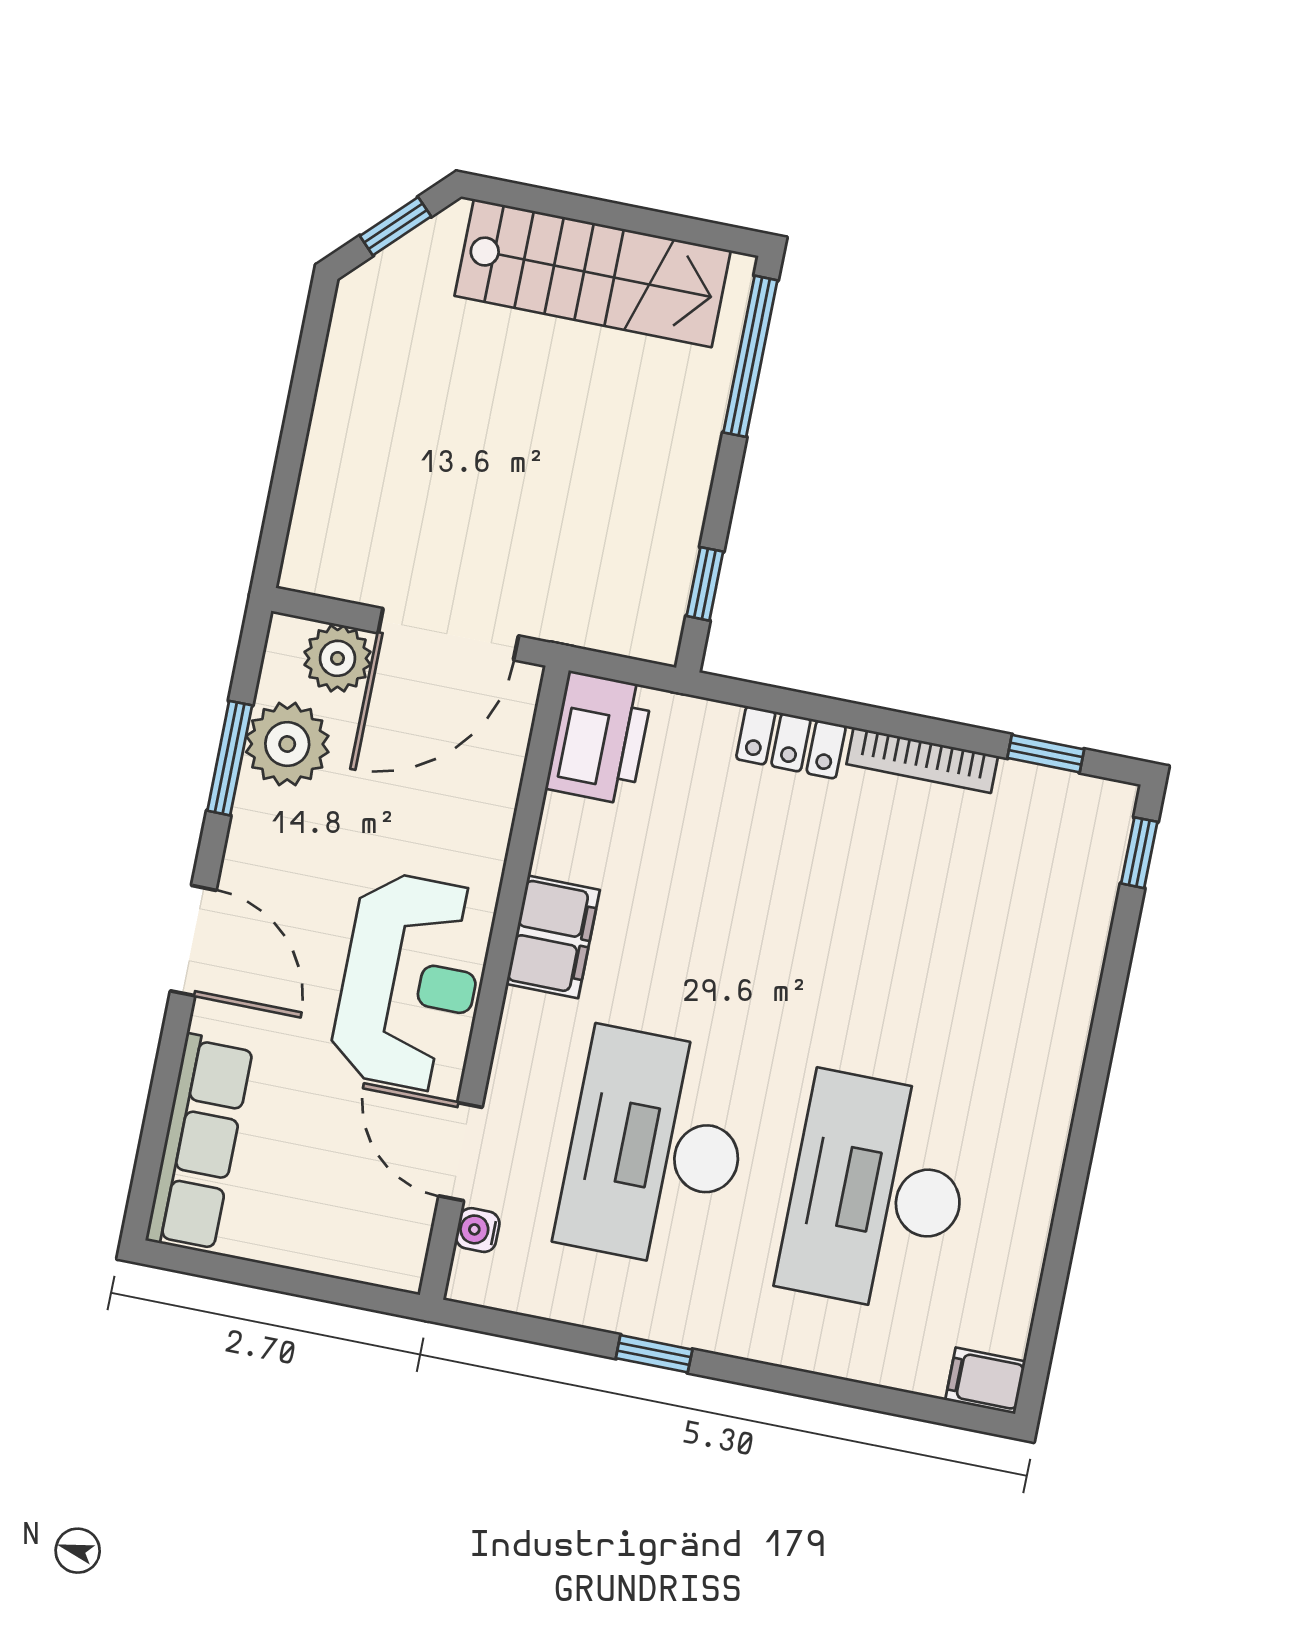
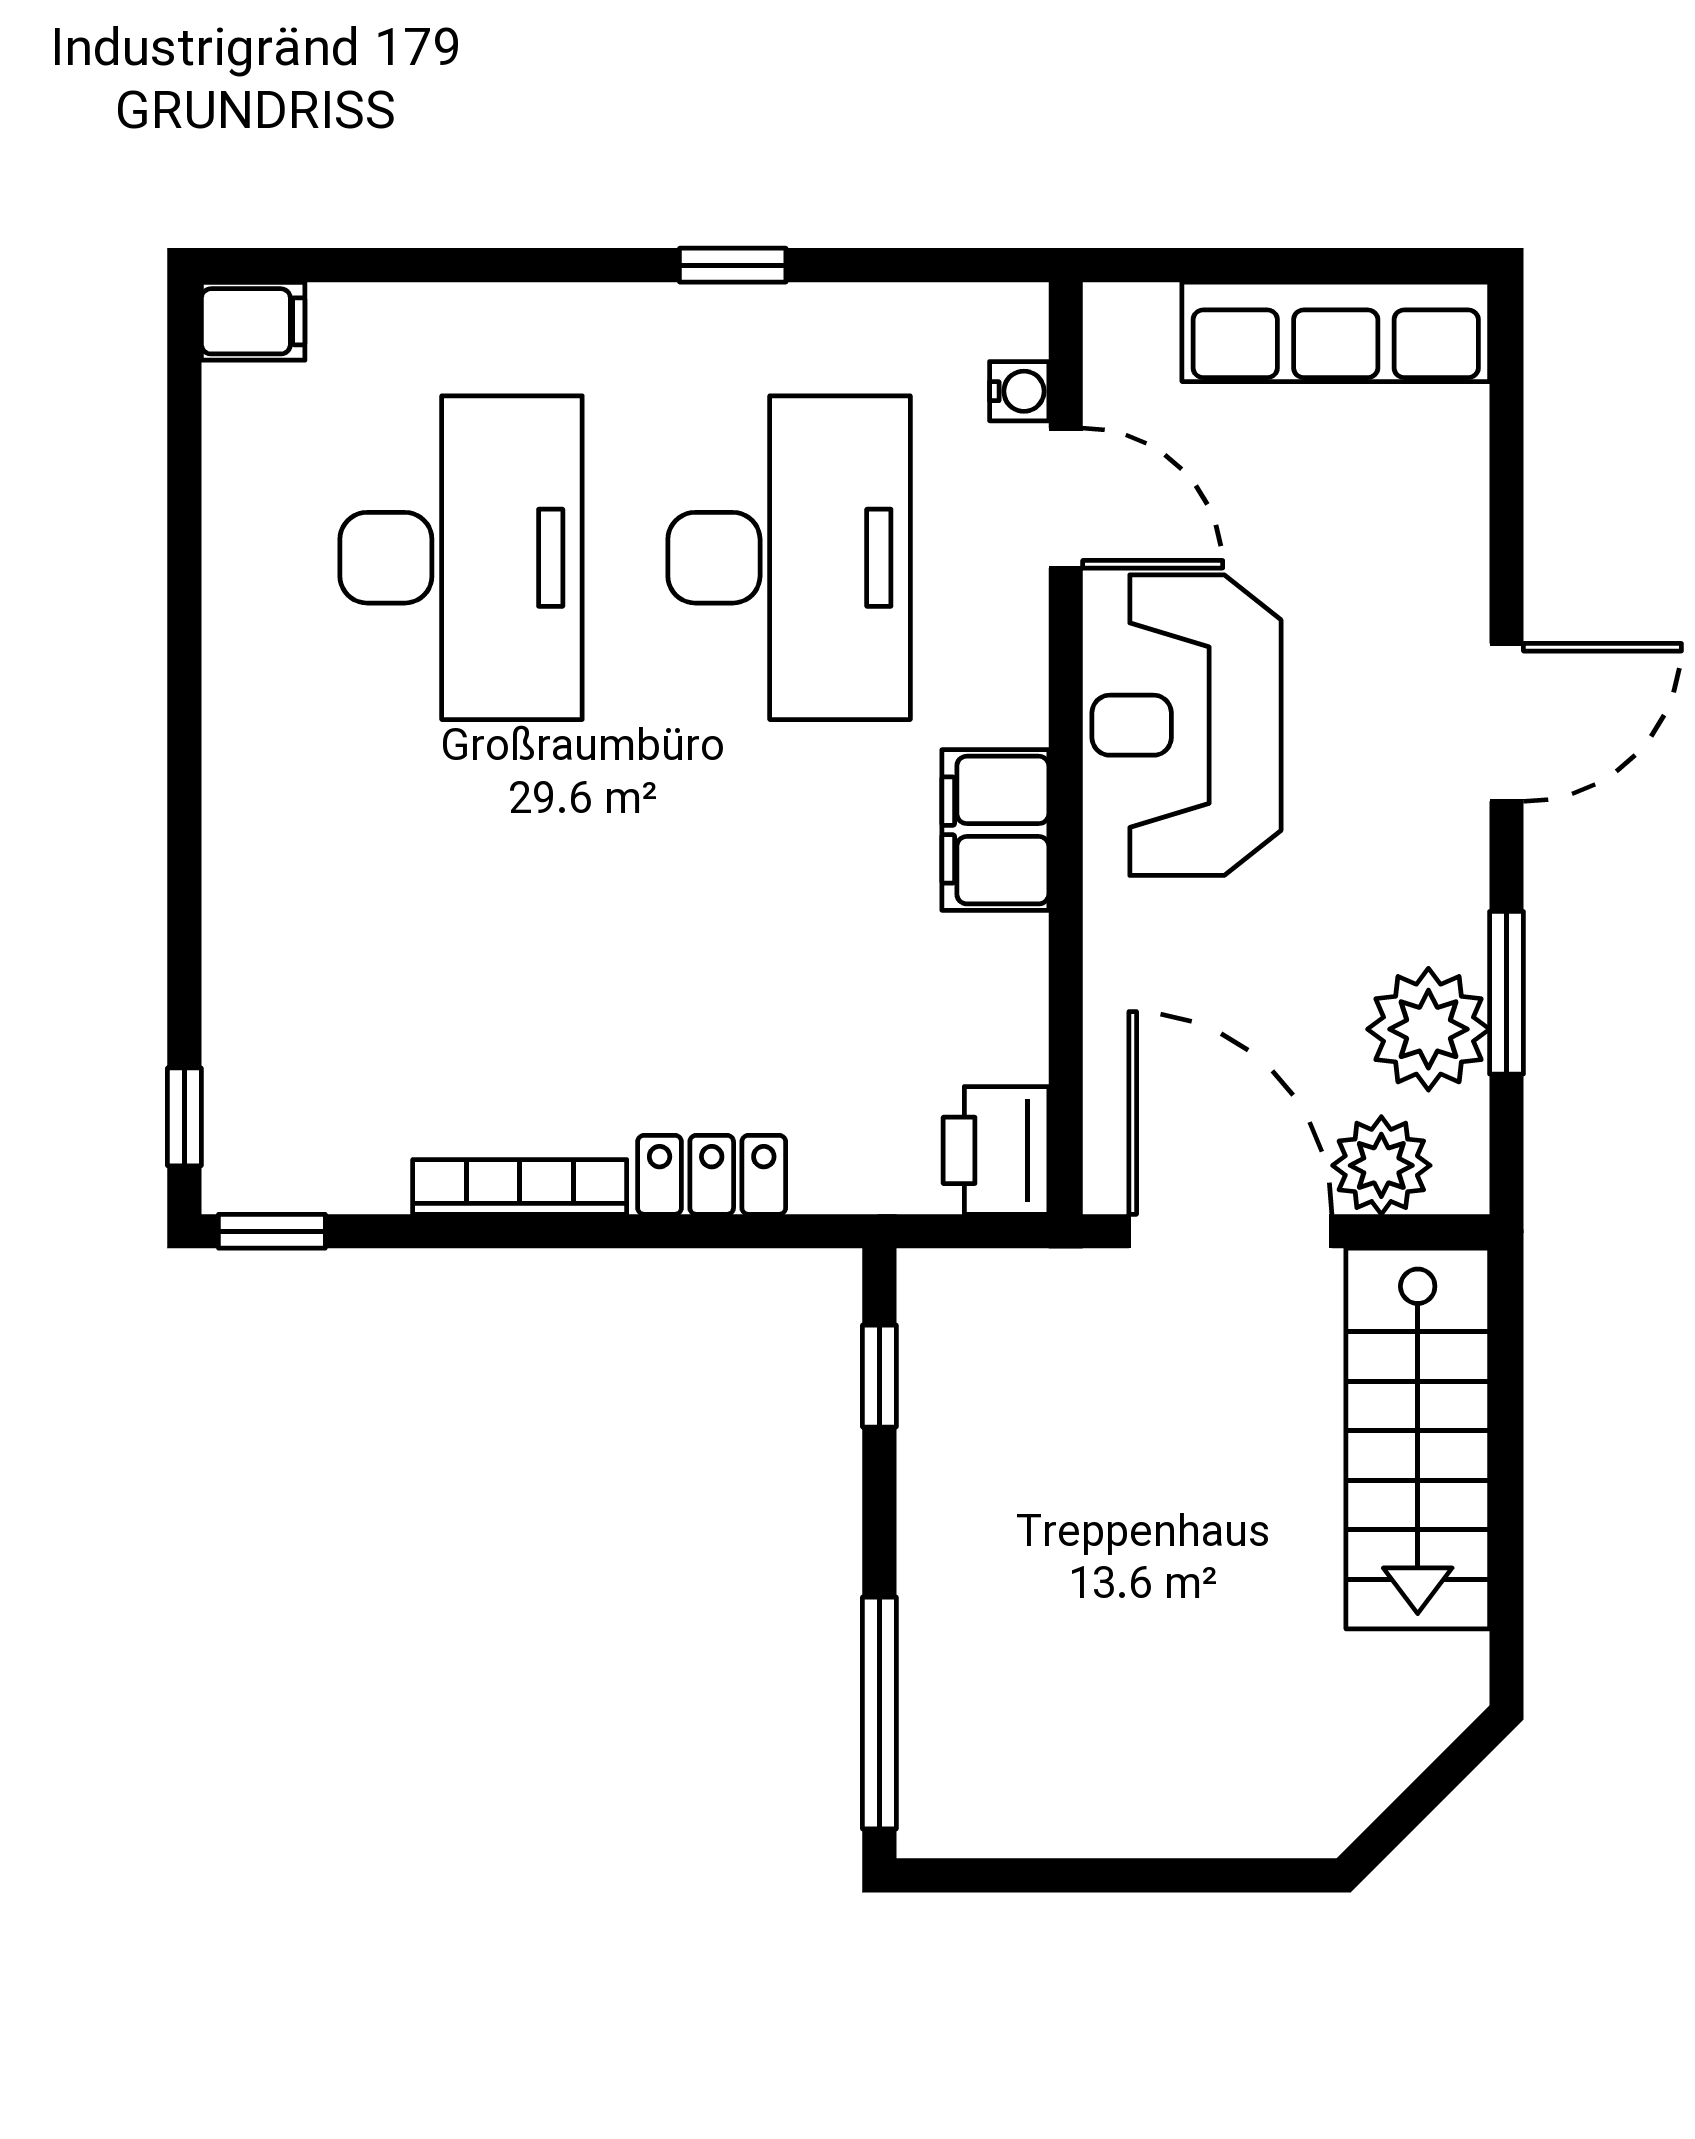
window: (396, 226) -> (1422, 1797), removed
stairs: (593, 273) -> (1418, 1439), moved, turned -90
door: (448, 634) -> (1230, 1231), hinge flipped
printer: (599, 738) -> (996, 1150), width x0.73, depth x0.84
window: (1046, 754) -> (272, 1231), moved
door: (193, 941) -> (1506, 722), swing flipped
row of seats: (200, 1143) -> (1336, 332), moved, turned -90

